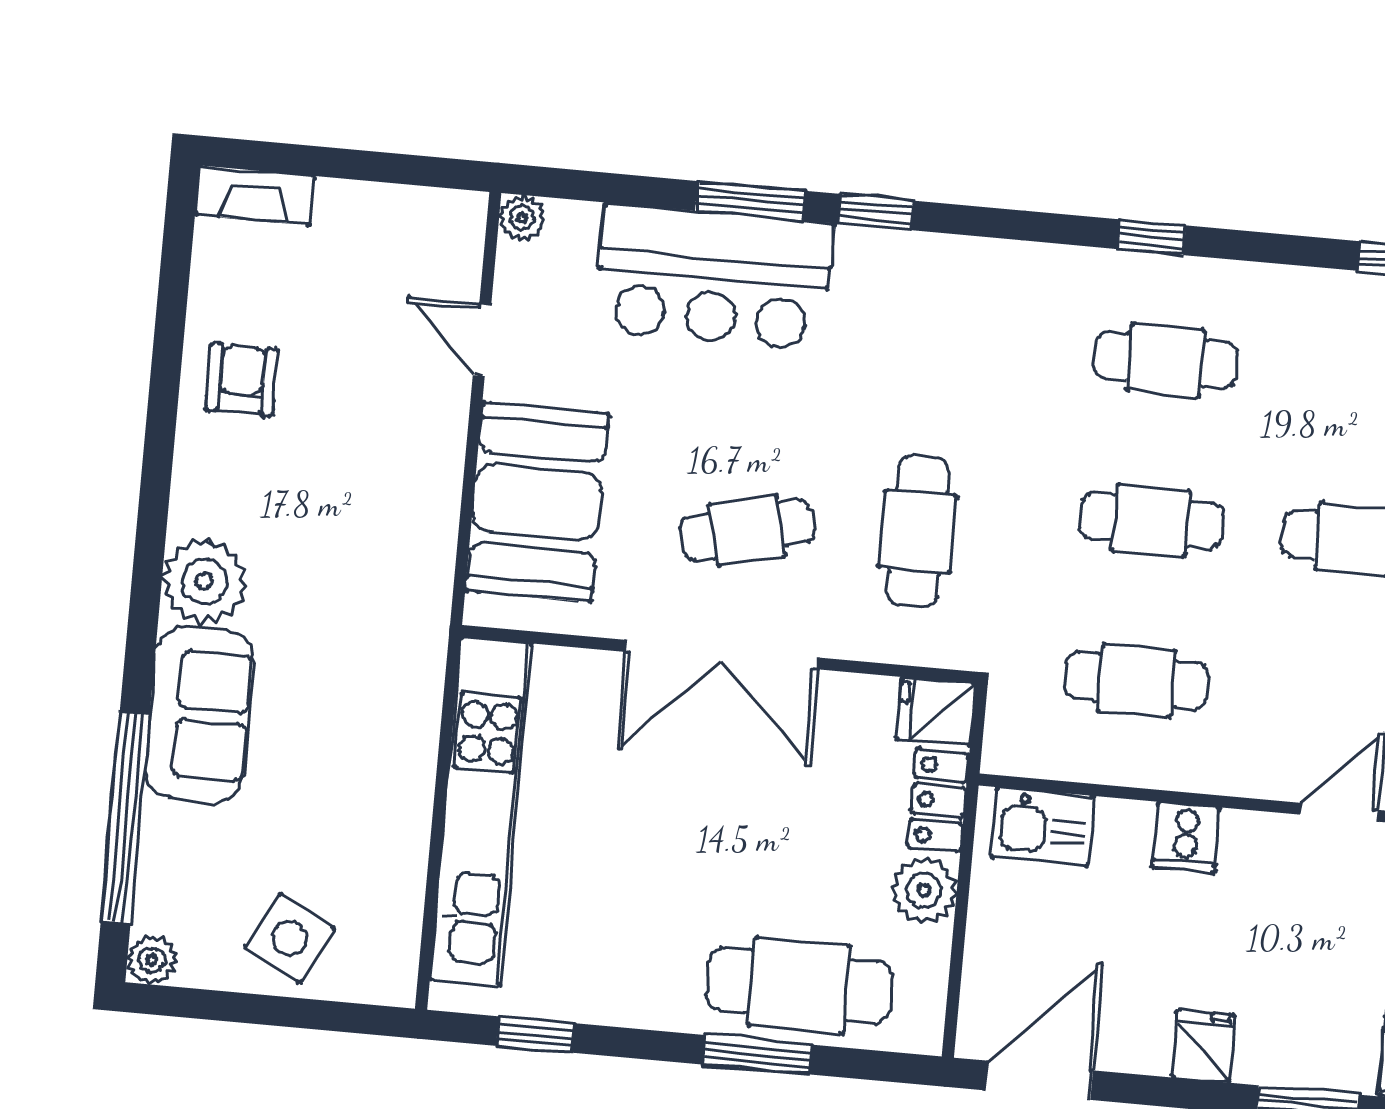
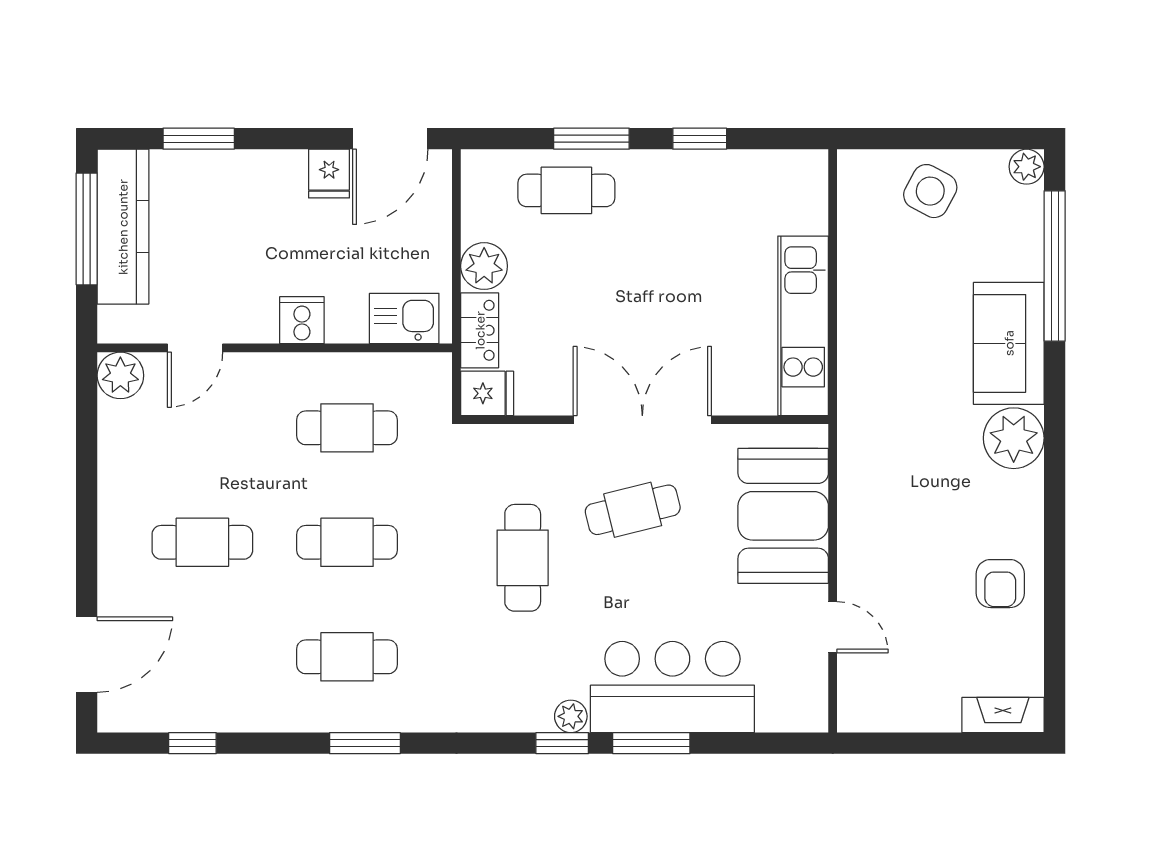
plant: (522, 218) -> (571, 716), moved
window: (1152, 237) -> (365, 743), width x1.50
cafe table: (918, 532) -> (523, 558), moved
kitchen unit: (481, 811) -> (803, 326), width x0.73
cafe table: (799, 985) -> (566, 190), width x0.73, depth x0.74
window: (535, 1034) -> (700, 139), moved
fridge: (1204, 1046) -> (329, 174), moved

